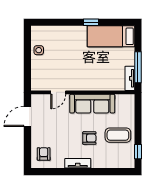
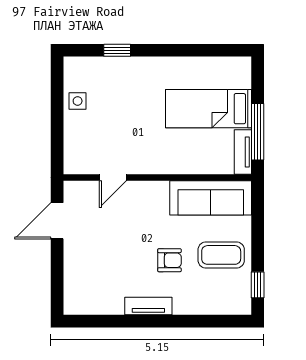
window: (91, 22) -> (117, 50), moved
bed: (111, 36) -> (209, 109), moved
sofa: (92, 104) -> (211, 198), moved
armchair: (44, 154) -> (87, 289), removed

